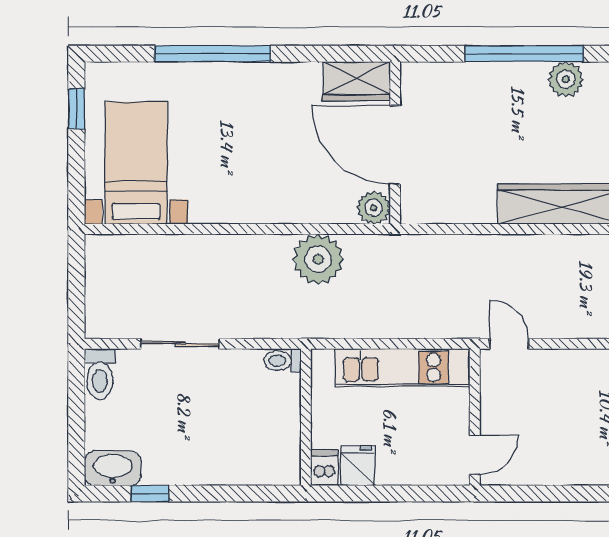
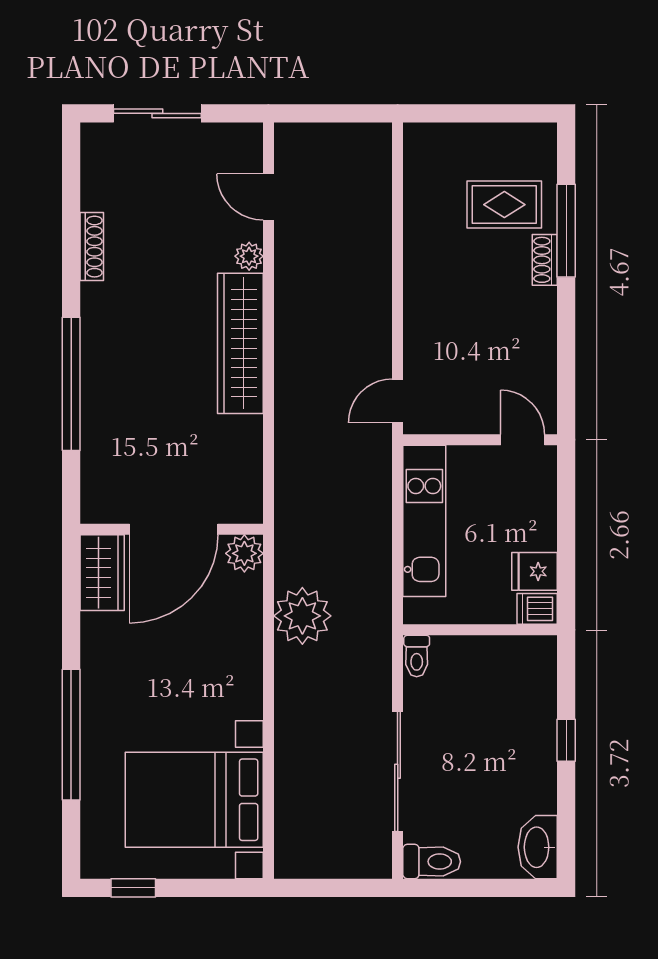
plant: (566, 79) -> (100, 337), removed
bed with nightstands: (136, 163) -> (194, 800), width x1.36
sliding door: (180, 344) -> (398, 771), width x1.37
window: (150, 494) -> (566, 740), moved

